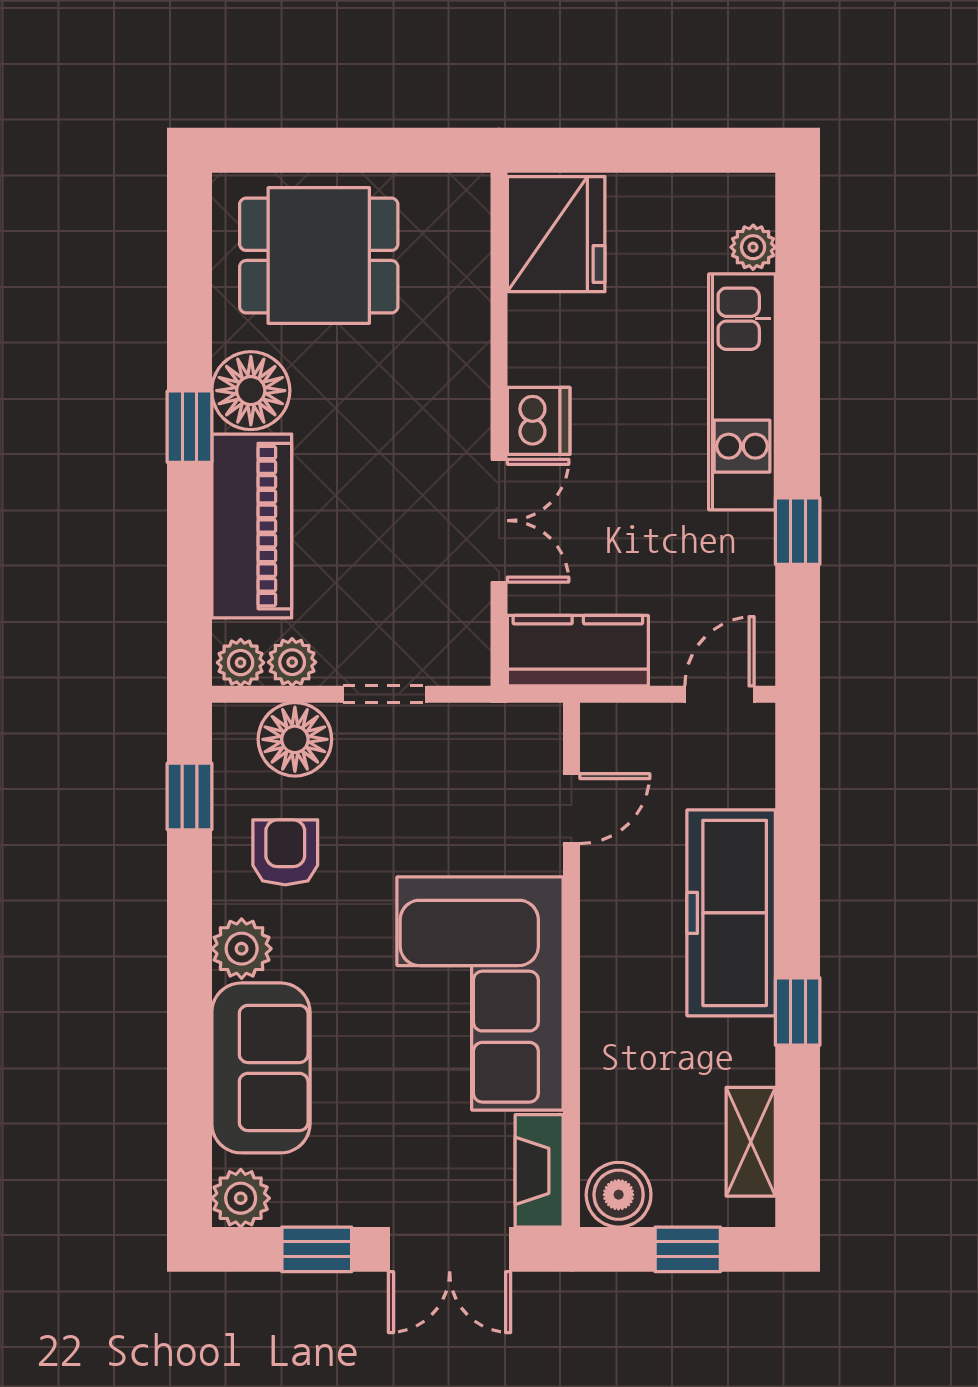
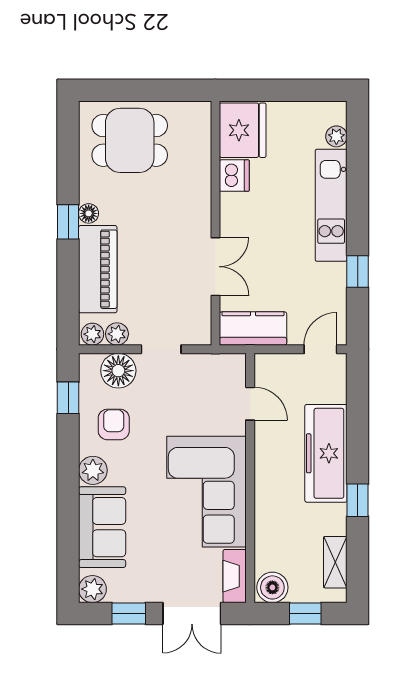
floor lamp: (251, 391) -> (89, 213), width x0.53, depth x0.53
dishwasher: (539, 421) -> (234, 176), moved
door: (572, 809) -> (250, 404), hinge flipped

